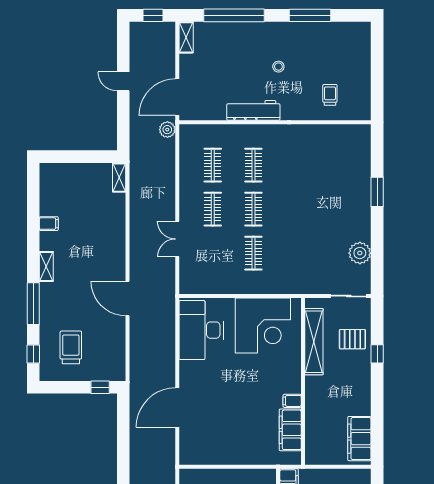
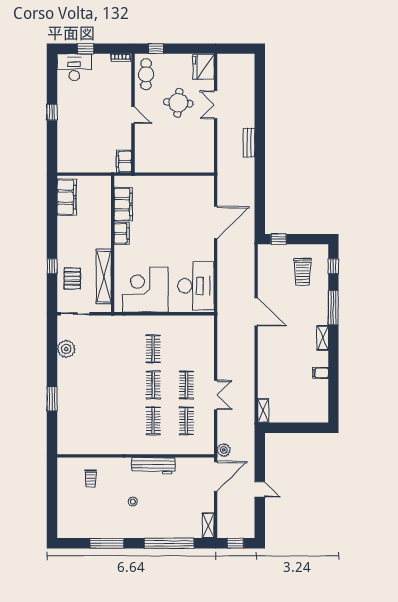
double door: (177, 239) -> (216, 395), moved
pallet: (352, 339) -> (72, 278), turned 90
filing cabinet: (292, 401) -> (122, 233), width x2.00

